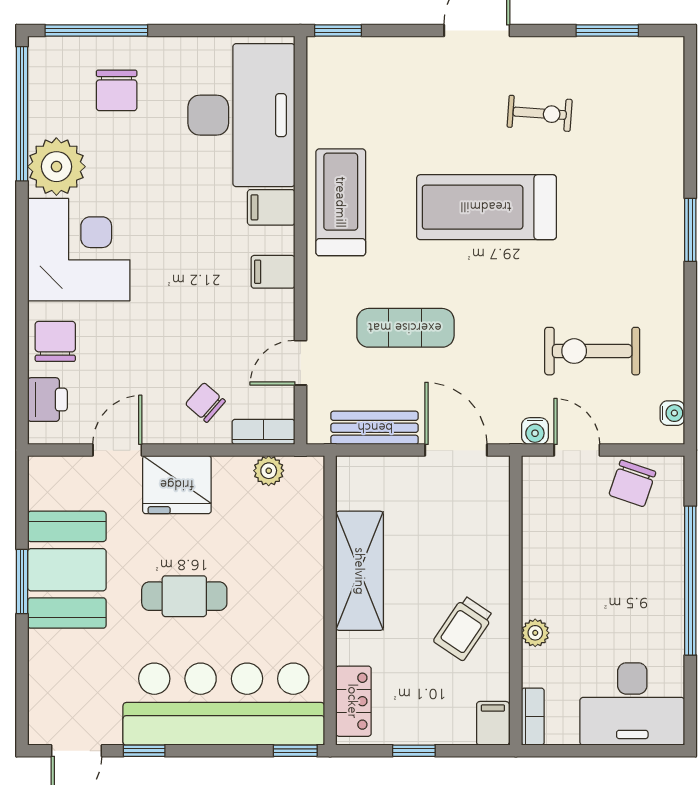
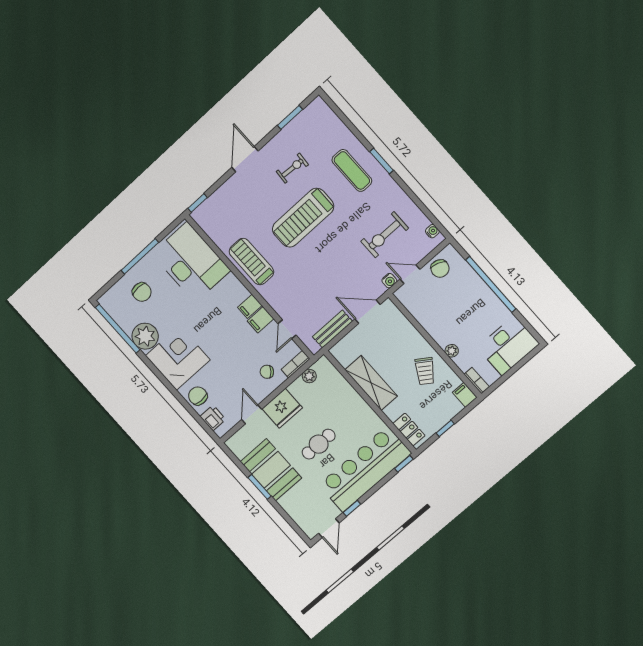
window: (96, 31) -> (140, 256), moved
filing cabinet: (271, 207) -> (261, 320), moved
exercise mat: (405, 328) -> (352, 170), moved, turned 90

